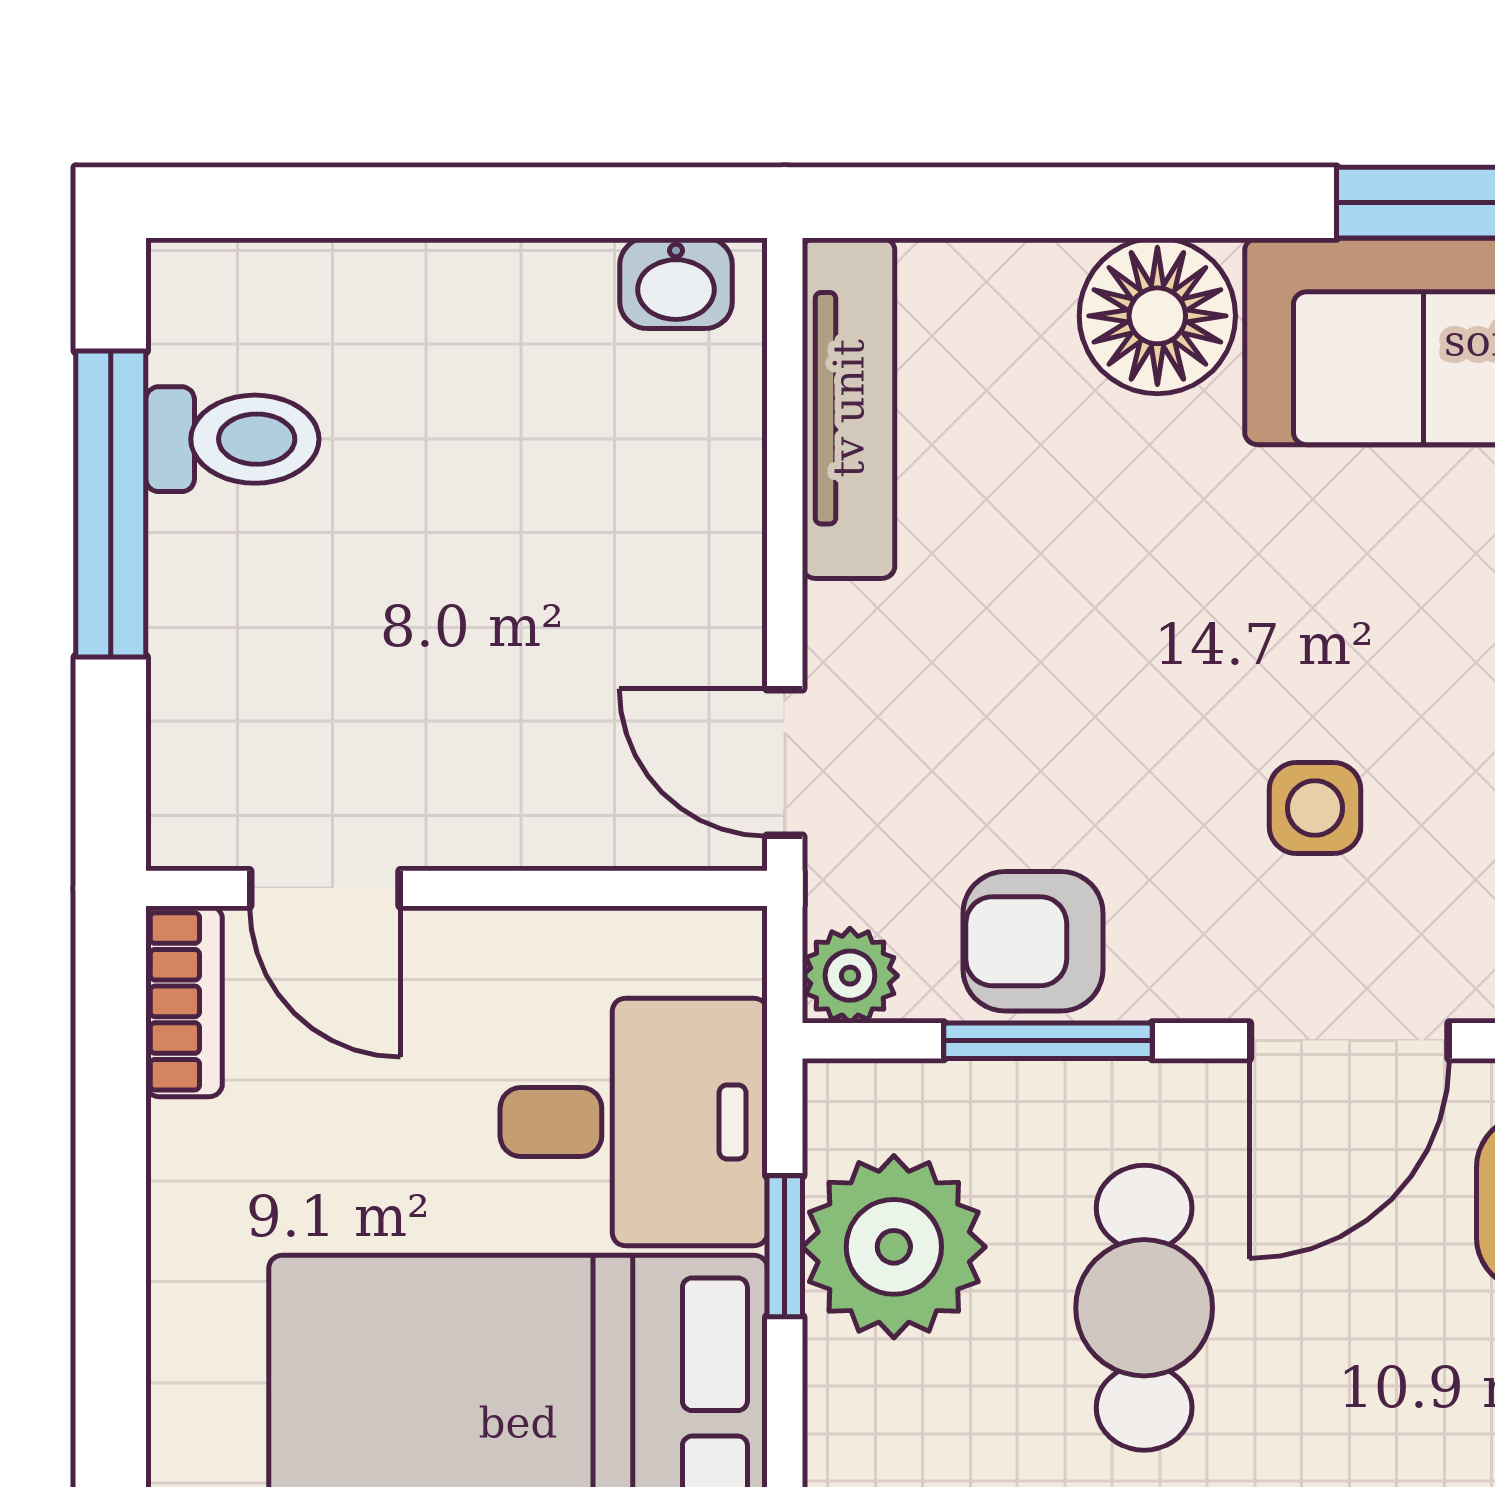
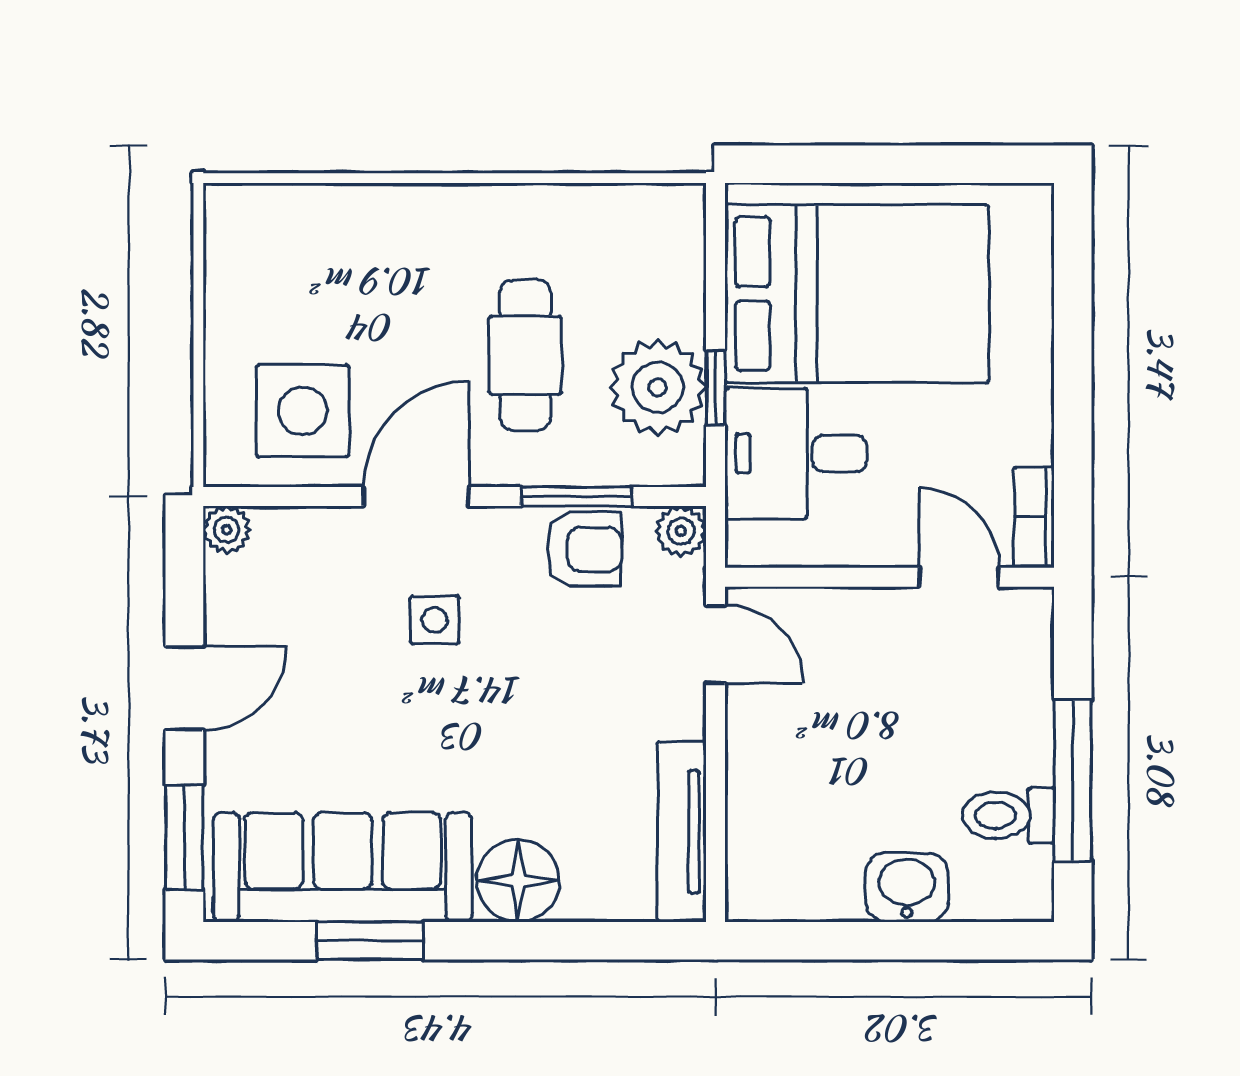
washbasin: (676, 283) -> (907, 887), moved, width x1.38, depth x1.45

